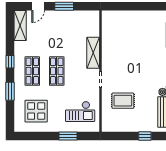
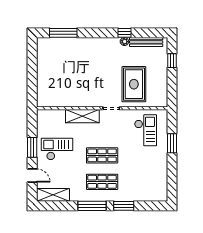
checkout: (63, 29) -> (57, 149), added
window: (10, 62) -> (92, 206), width x2.17
rug: (123, 101) -> (134, 84), width x1.36, depth x1.43
display table: (36, 111) -> (145, 178), removed

